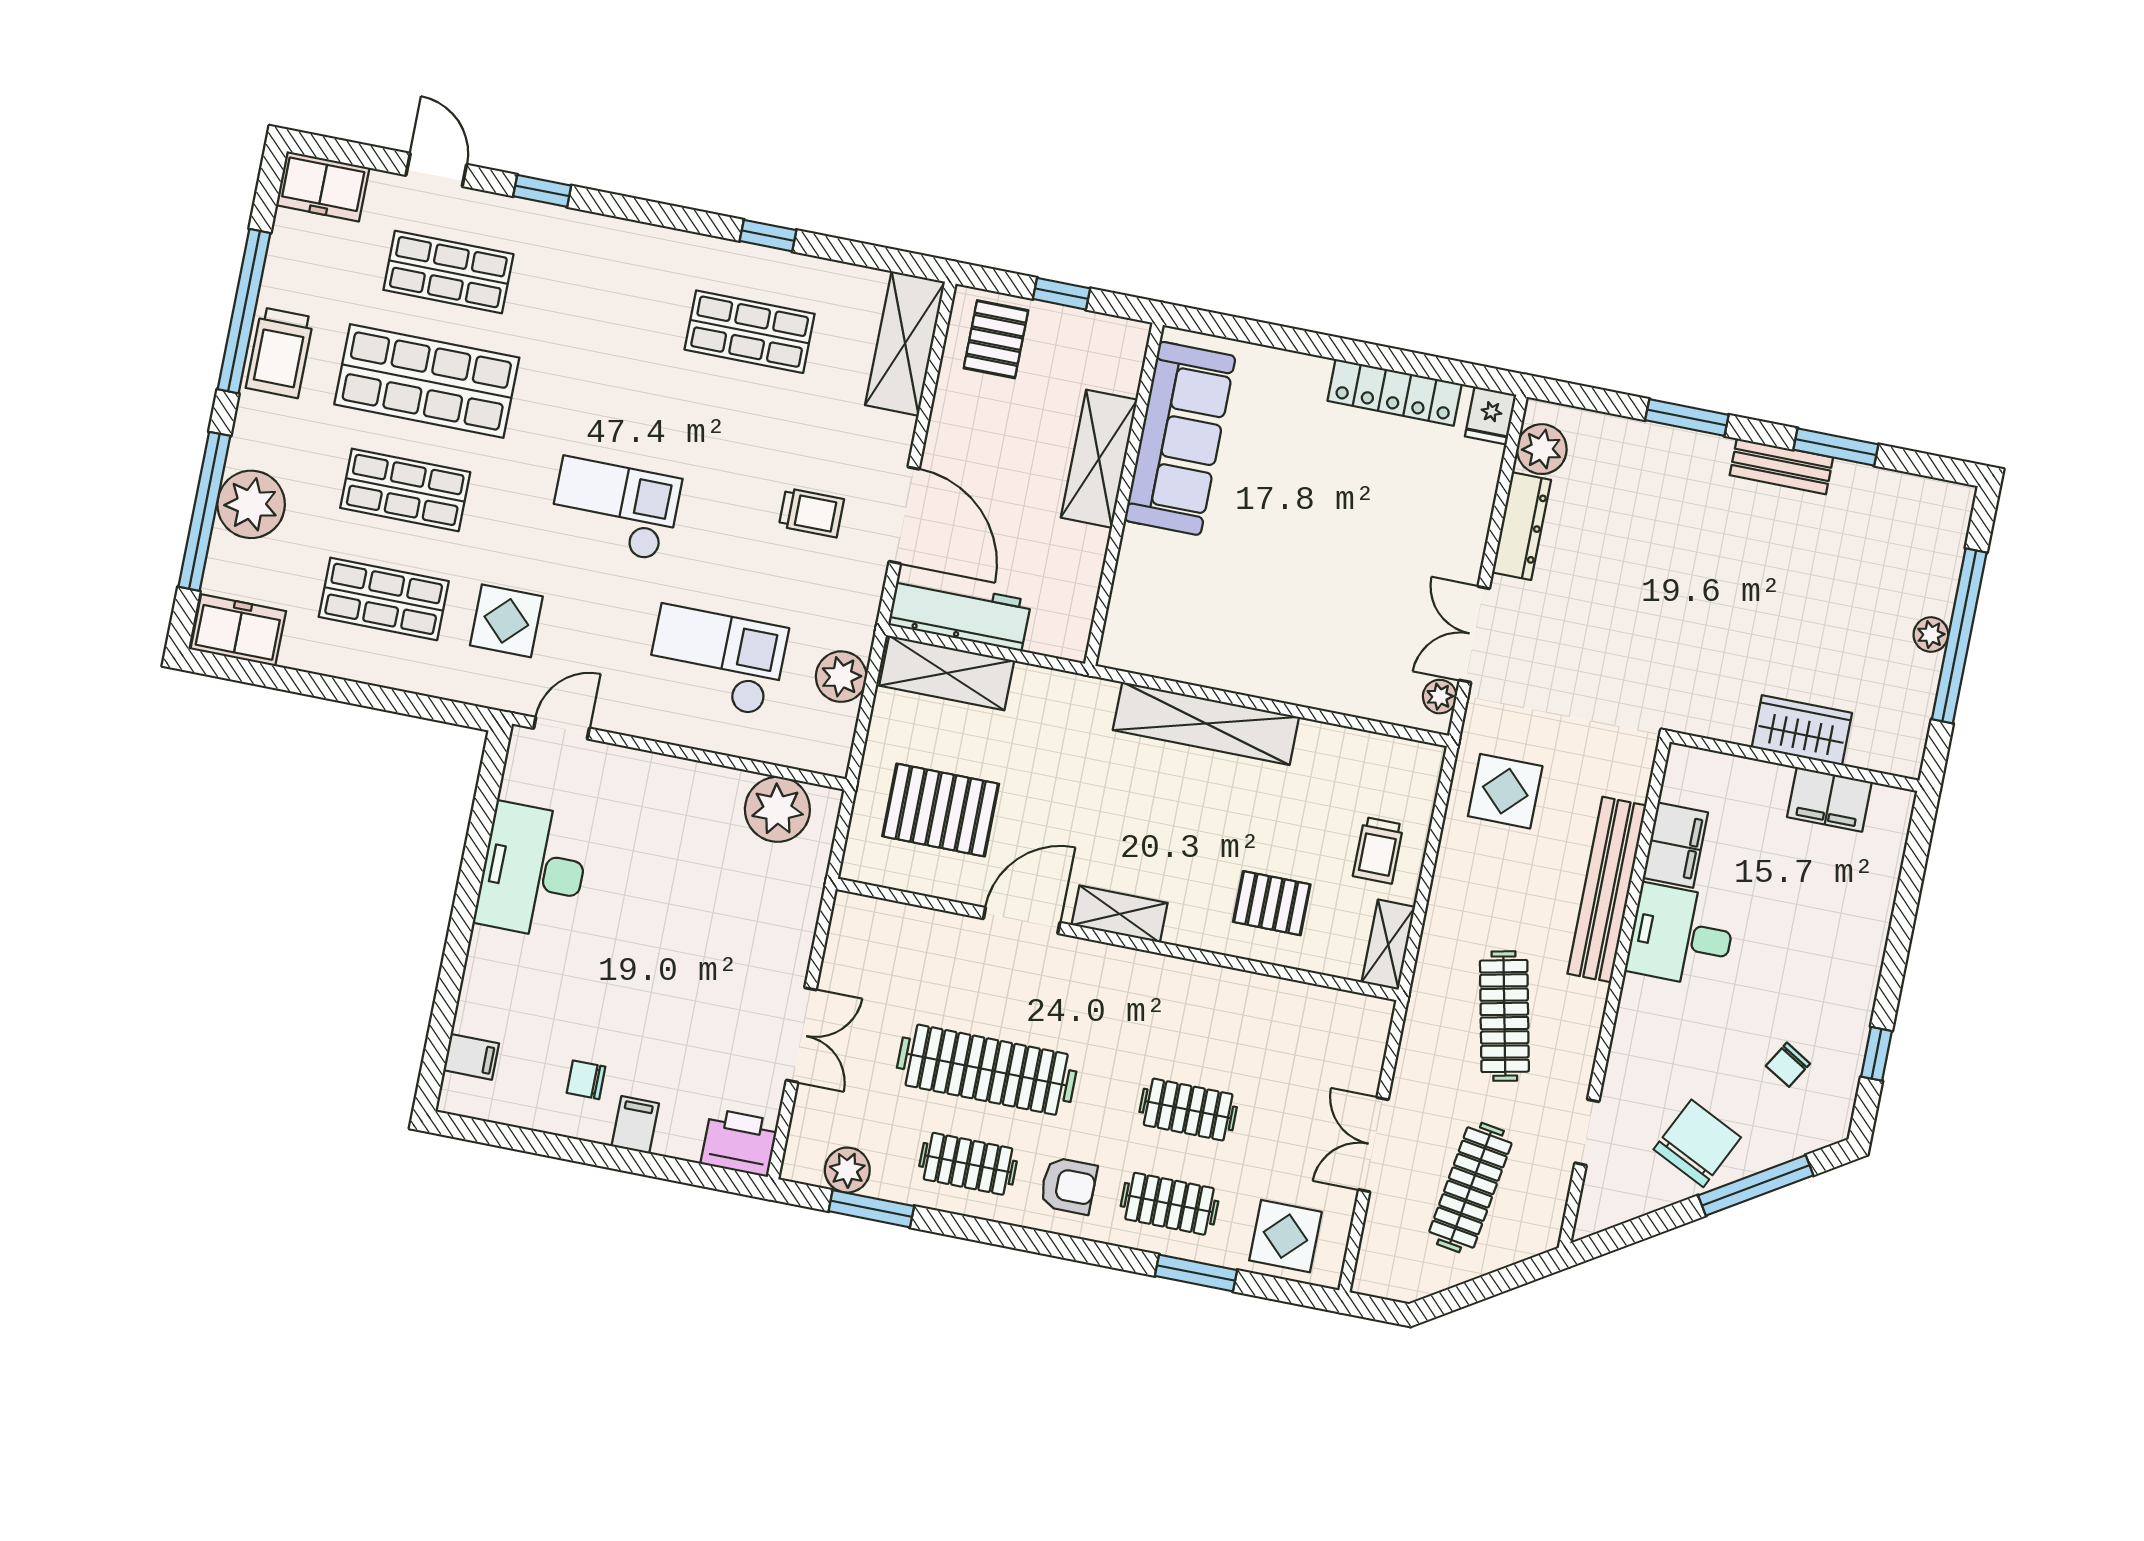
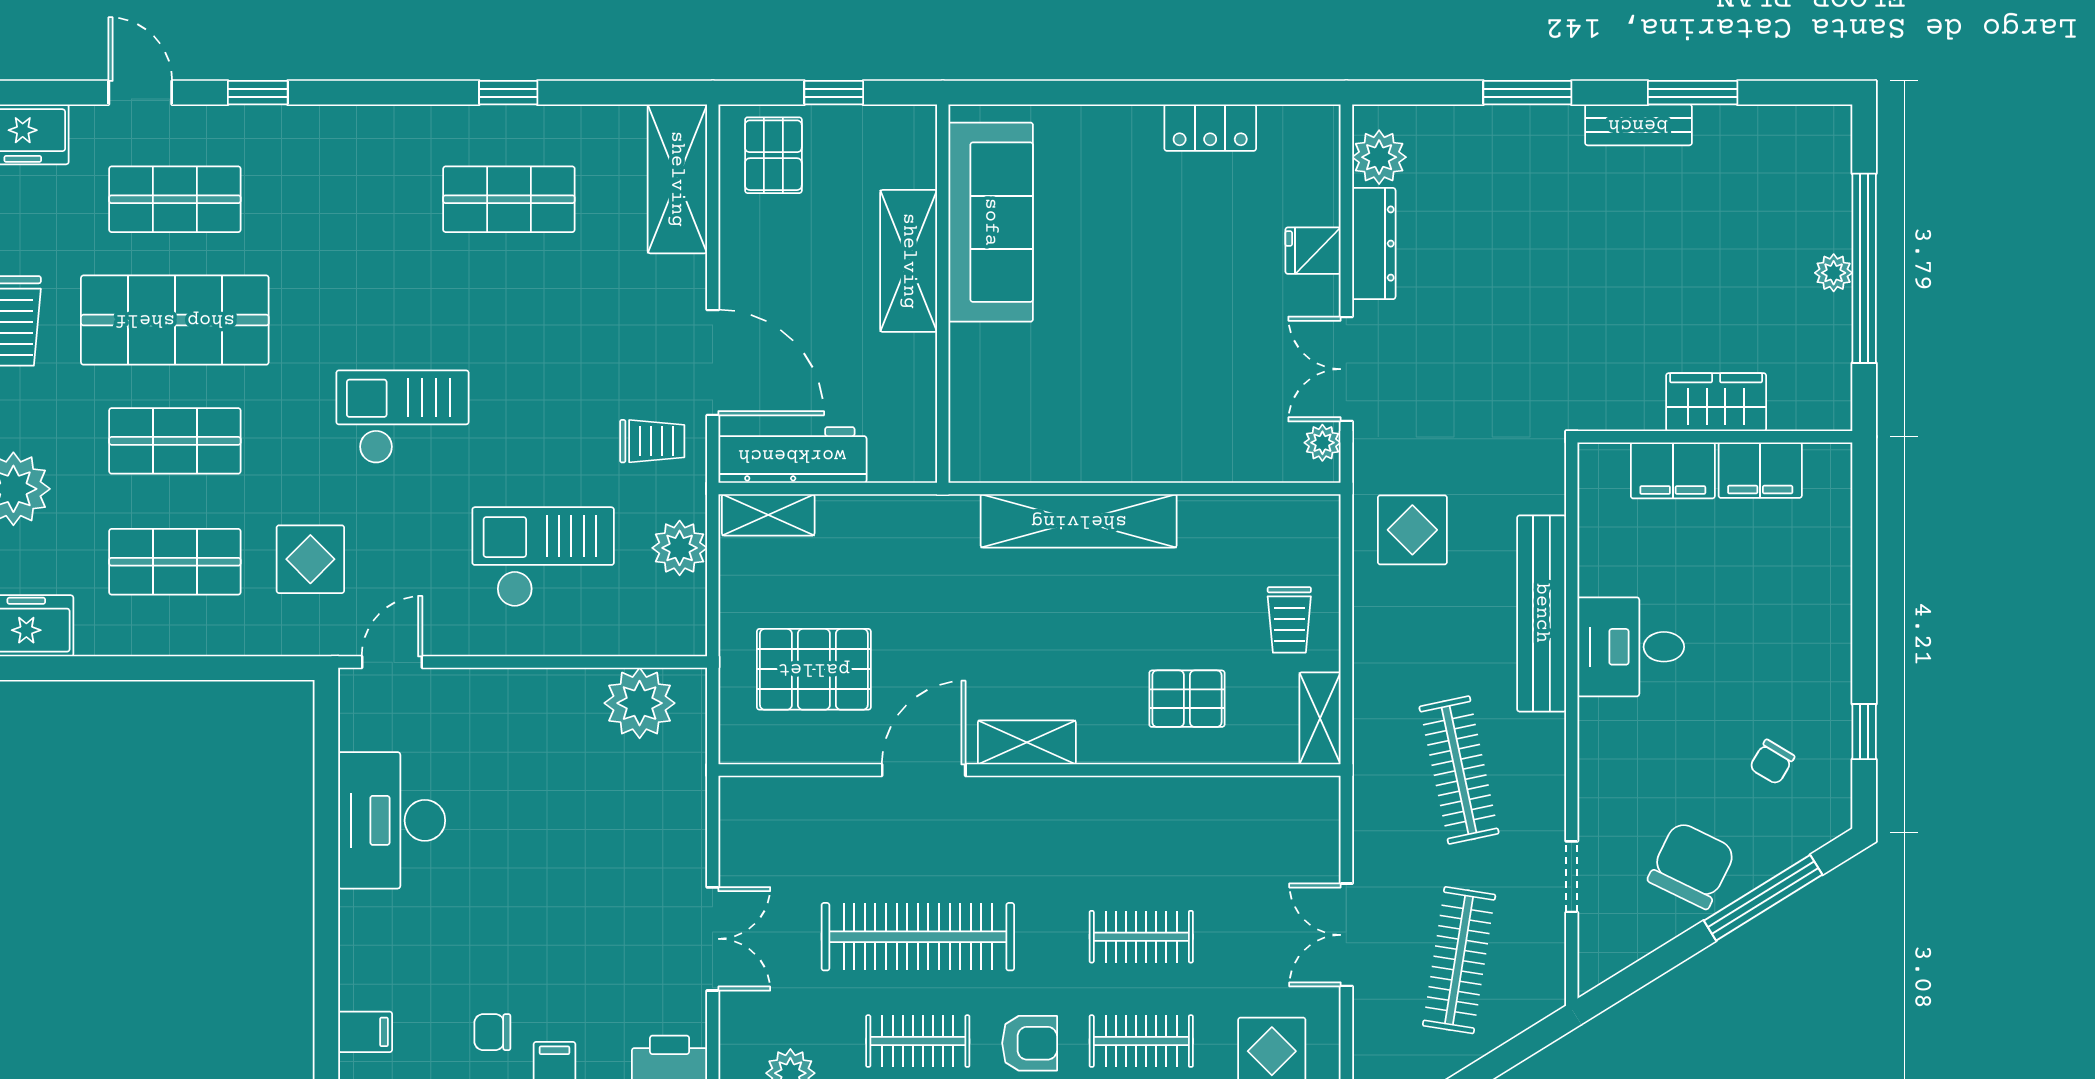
locker: (1395, 392) -> (1210, 128), width x0.66
fridge: (1491, 416) -> (1313, 251), moved, turned 90
trolley: (811, 513) -> (652, 441), moved
shelving: (947, 673) -> (768, 515), width x0.67, depth x0.75
filing cabinet: (1675, 845) -> (1673, 470), moved, turned 90

